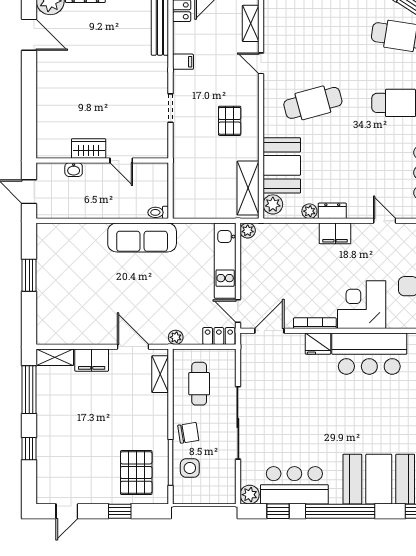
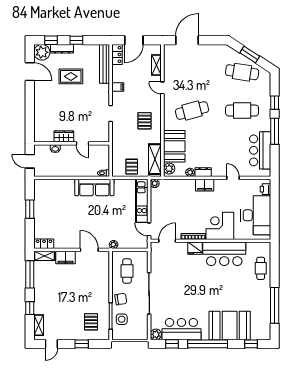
rug: (101, 43) -> (71, 76), added
pallet: (207, 201) -> (132, 167), added
locker: (219, 336) -> (44, 244), moved
shelving: (160, 374) -> (39, 325), moved
pallet: (136, 473) -> (91, 322), width x0.67, depth x0.71

